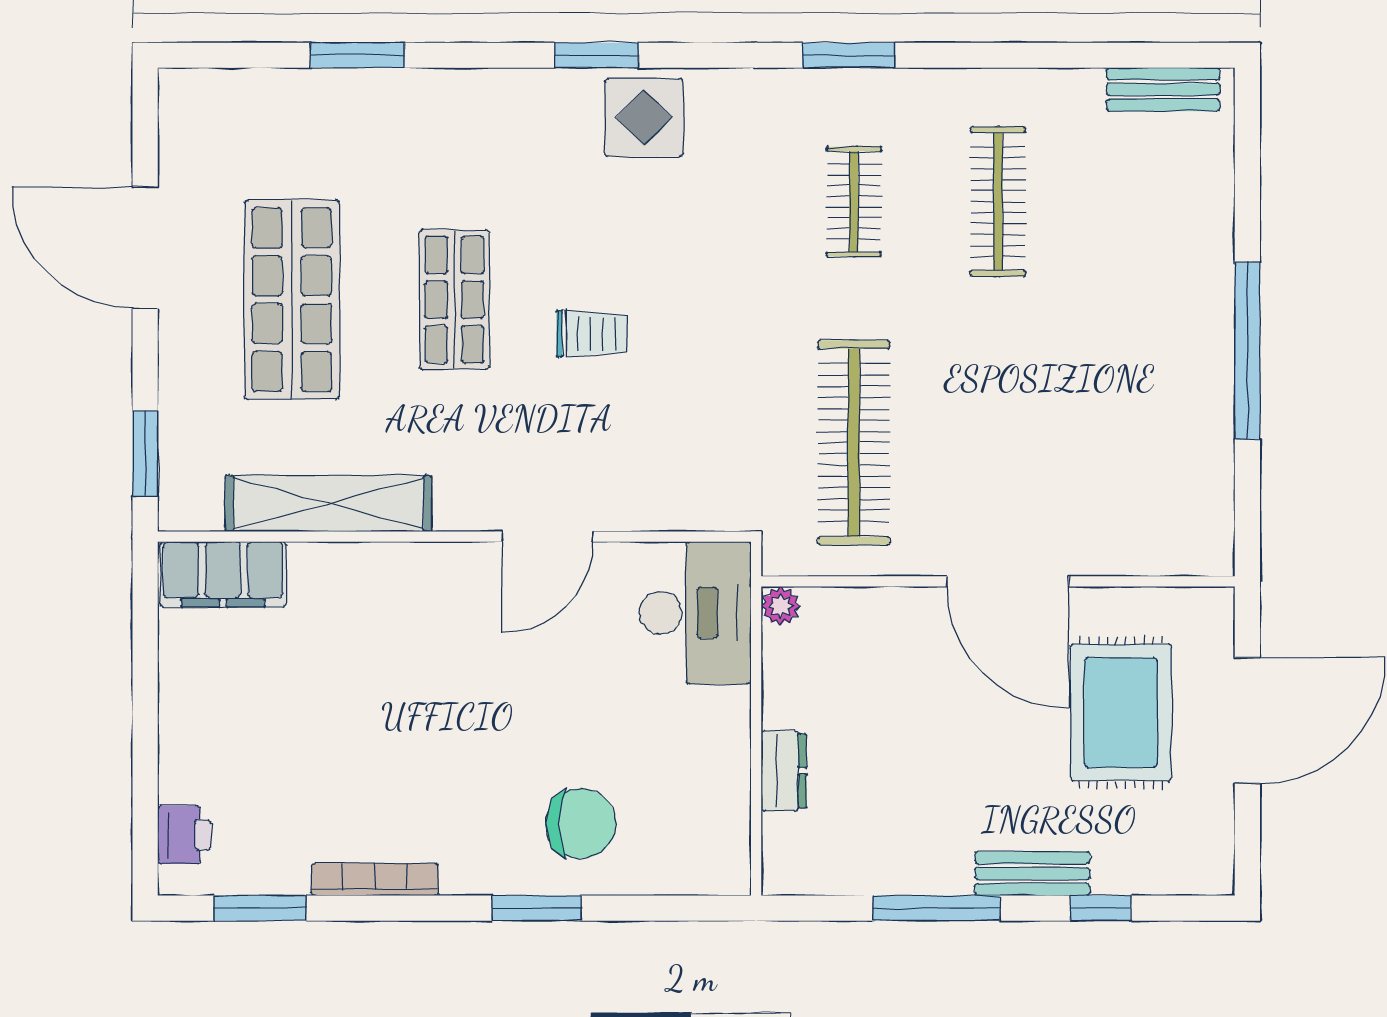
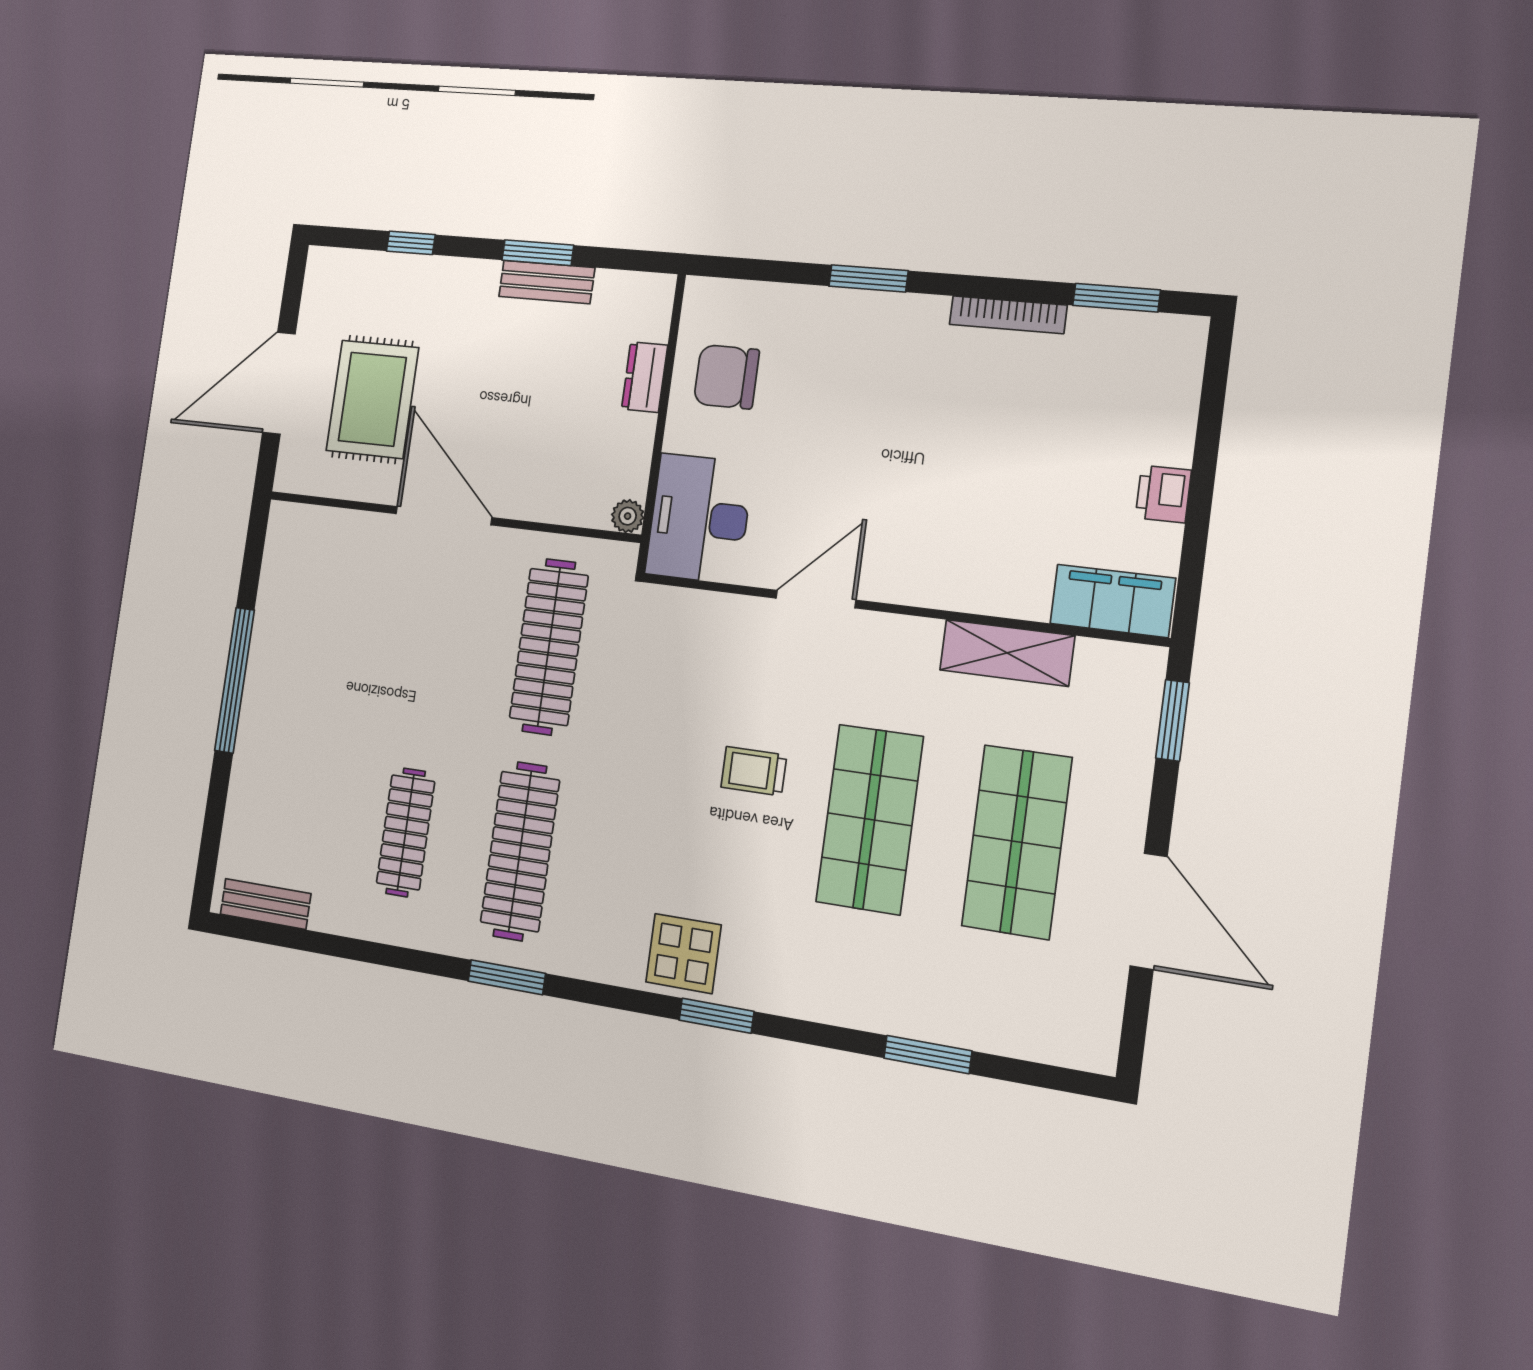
clothes rail: (854, 202) -> (520, 851), width x1.86, depth x1.31
shop shelf: (454, 300) -> (870, 819), width x1.43, depth x1.36
shelving: (328, 503) -> (1007, 653), width x0.68
chair: (581, 824) -> (726, 377), moved
printer: (184, 835) -> (1163, 494), moved
bench: (1032, 874) -> (547, 282), moved
window: (937, 908) -> (538, 253), width x0.69

